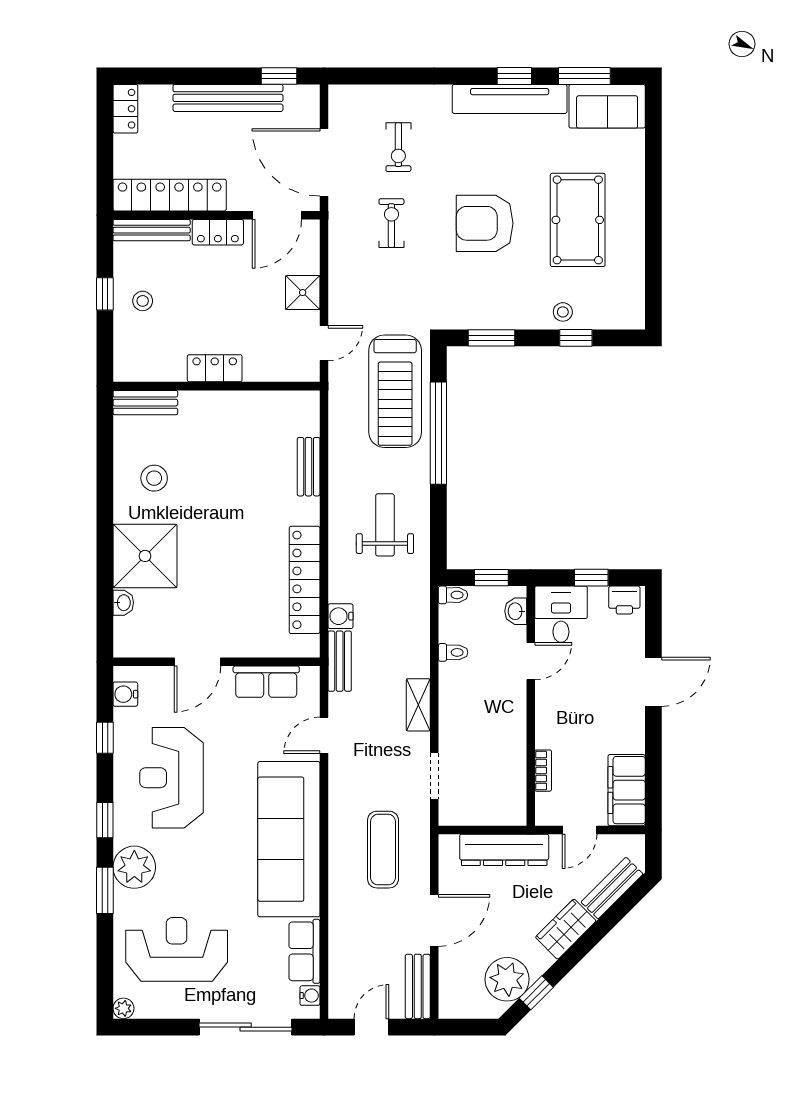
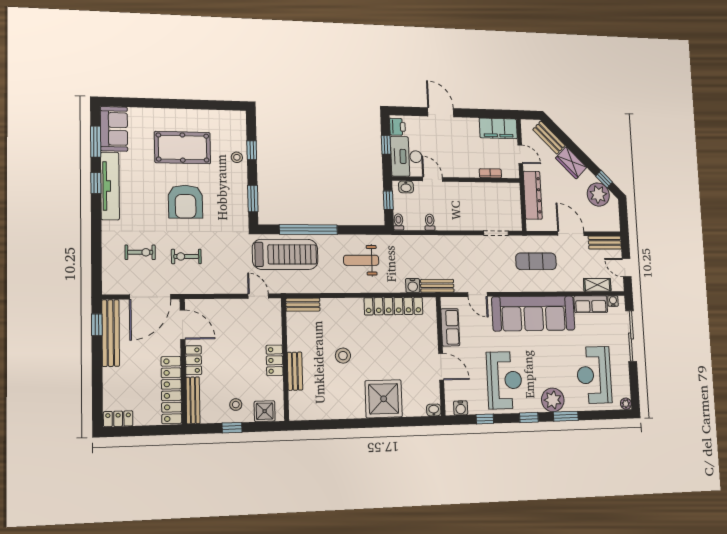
bench: (228, 98) -> (111, 333), moved
shower: (303, 293) -> (265, 411), moved
bench: (145, 403) -> (295, 371), moved
bench: (309, 467) -> (303, 305), moved
stool: (154, 478) -> (343, 356), moved
washbasin: (123, 603) -> (434, 410), moved
desk: (561, 614) -> (406, 156), width x1.37
shelving: (418, 705) -> (597, 285), moved
reception desk: (171, 778) -> (504, 380), turned -90

